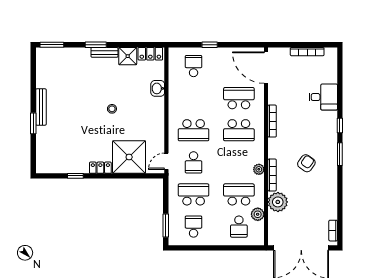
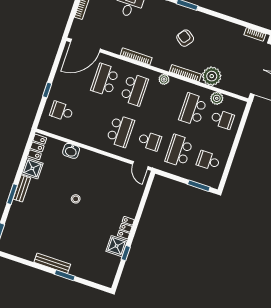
shower: (129, 157) -> (117, 246), moved, width x0.54, depth x0.54
plant: (259, 169) -> (164, 79), moved

